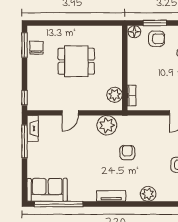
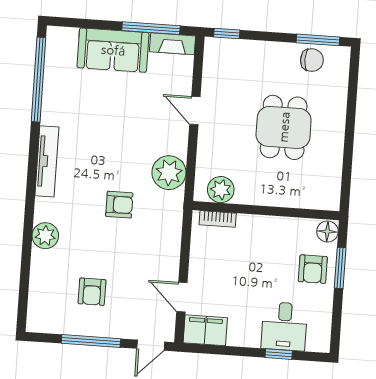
sofa: (47, 190) -> (113, 50), moved, turned 90
tv unit: (111, 196) -> (47, 161), width x1.41

